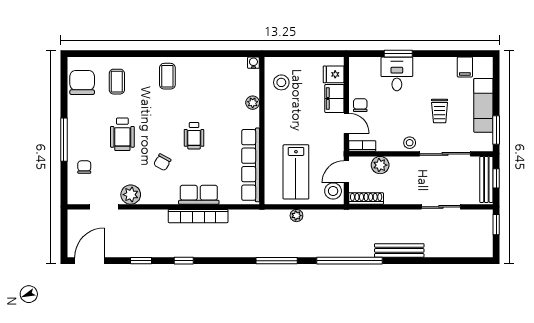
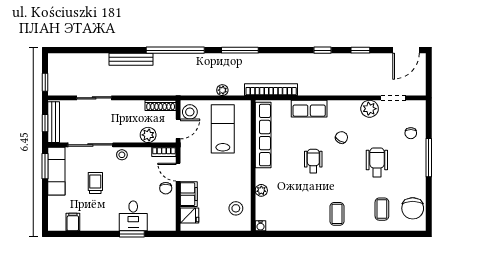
exam couch: (483, 105) -> (56, 171), moved
bookcase: (198, 216) -> (271, 90), moved

